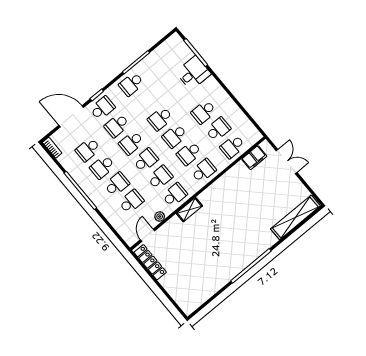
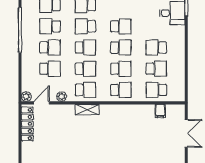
school desk: (160, 119) -> (121, 26), turned 180
school desk: (175, 136) -> (121, 48), turned 180
school desk: (189, 153) -> (121, 69), turned 180
filing cabinet: (254, 158) -> (160, 111), width x0.50
plant: (131, 240) -> (26, 97), added

